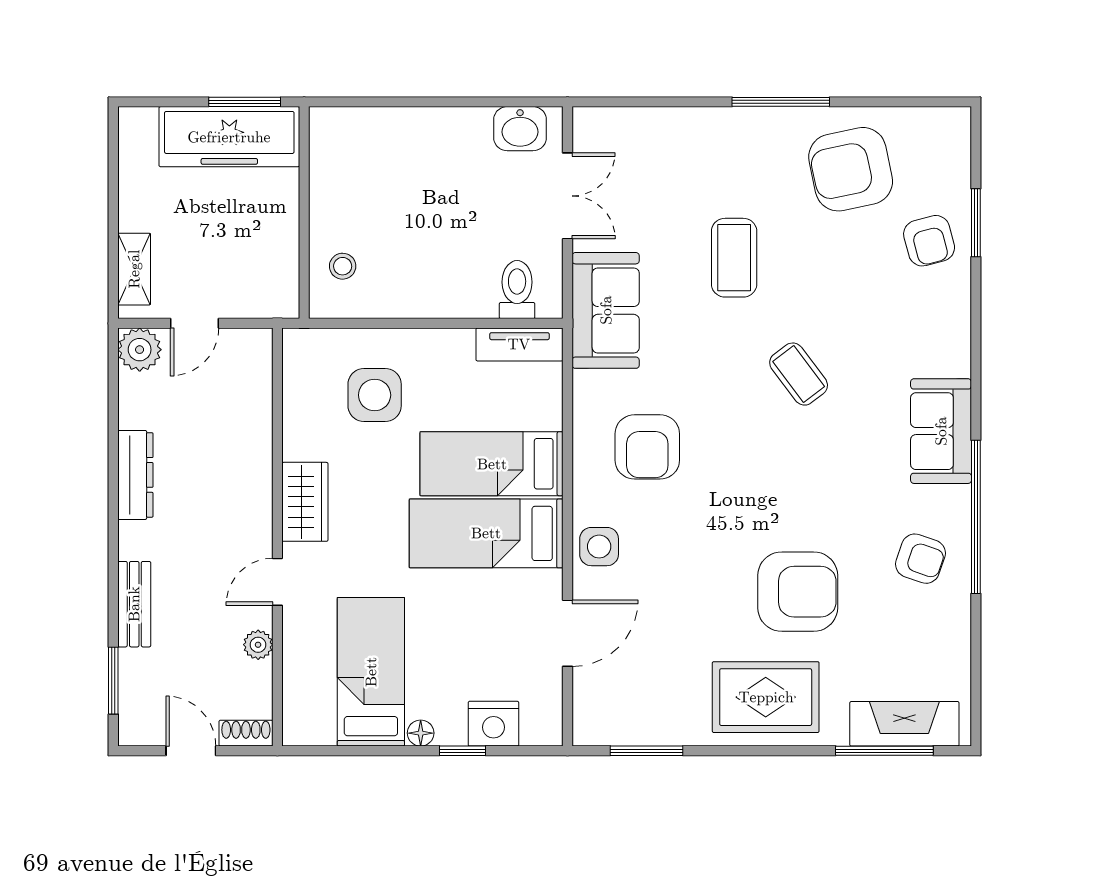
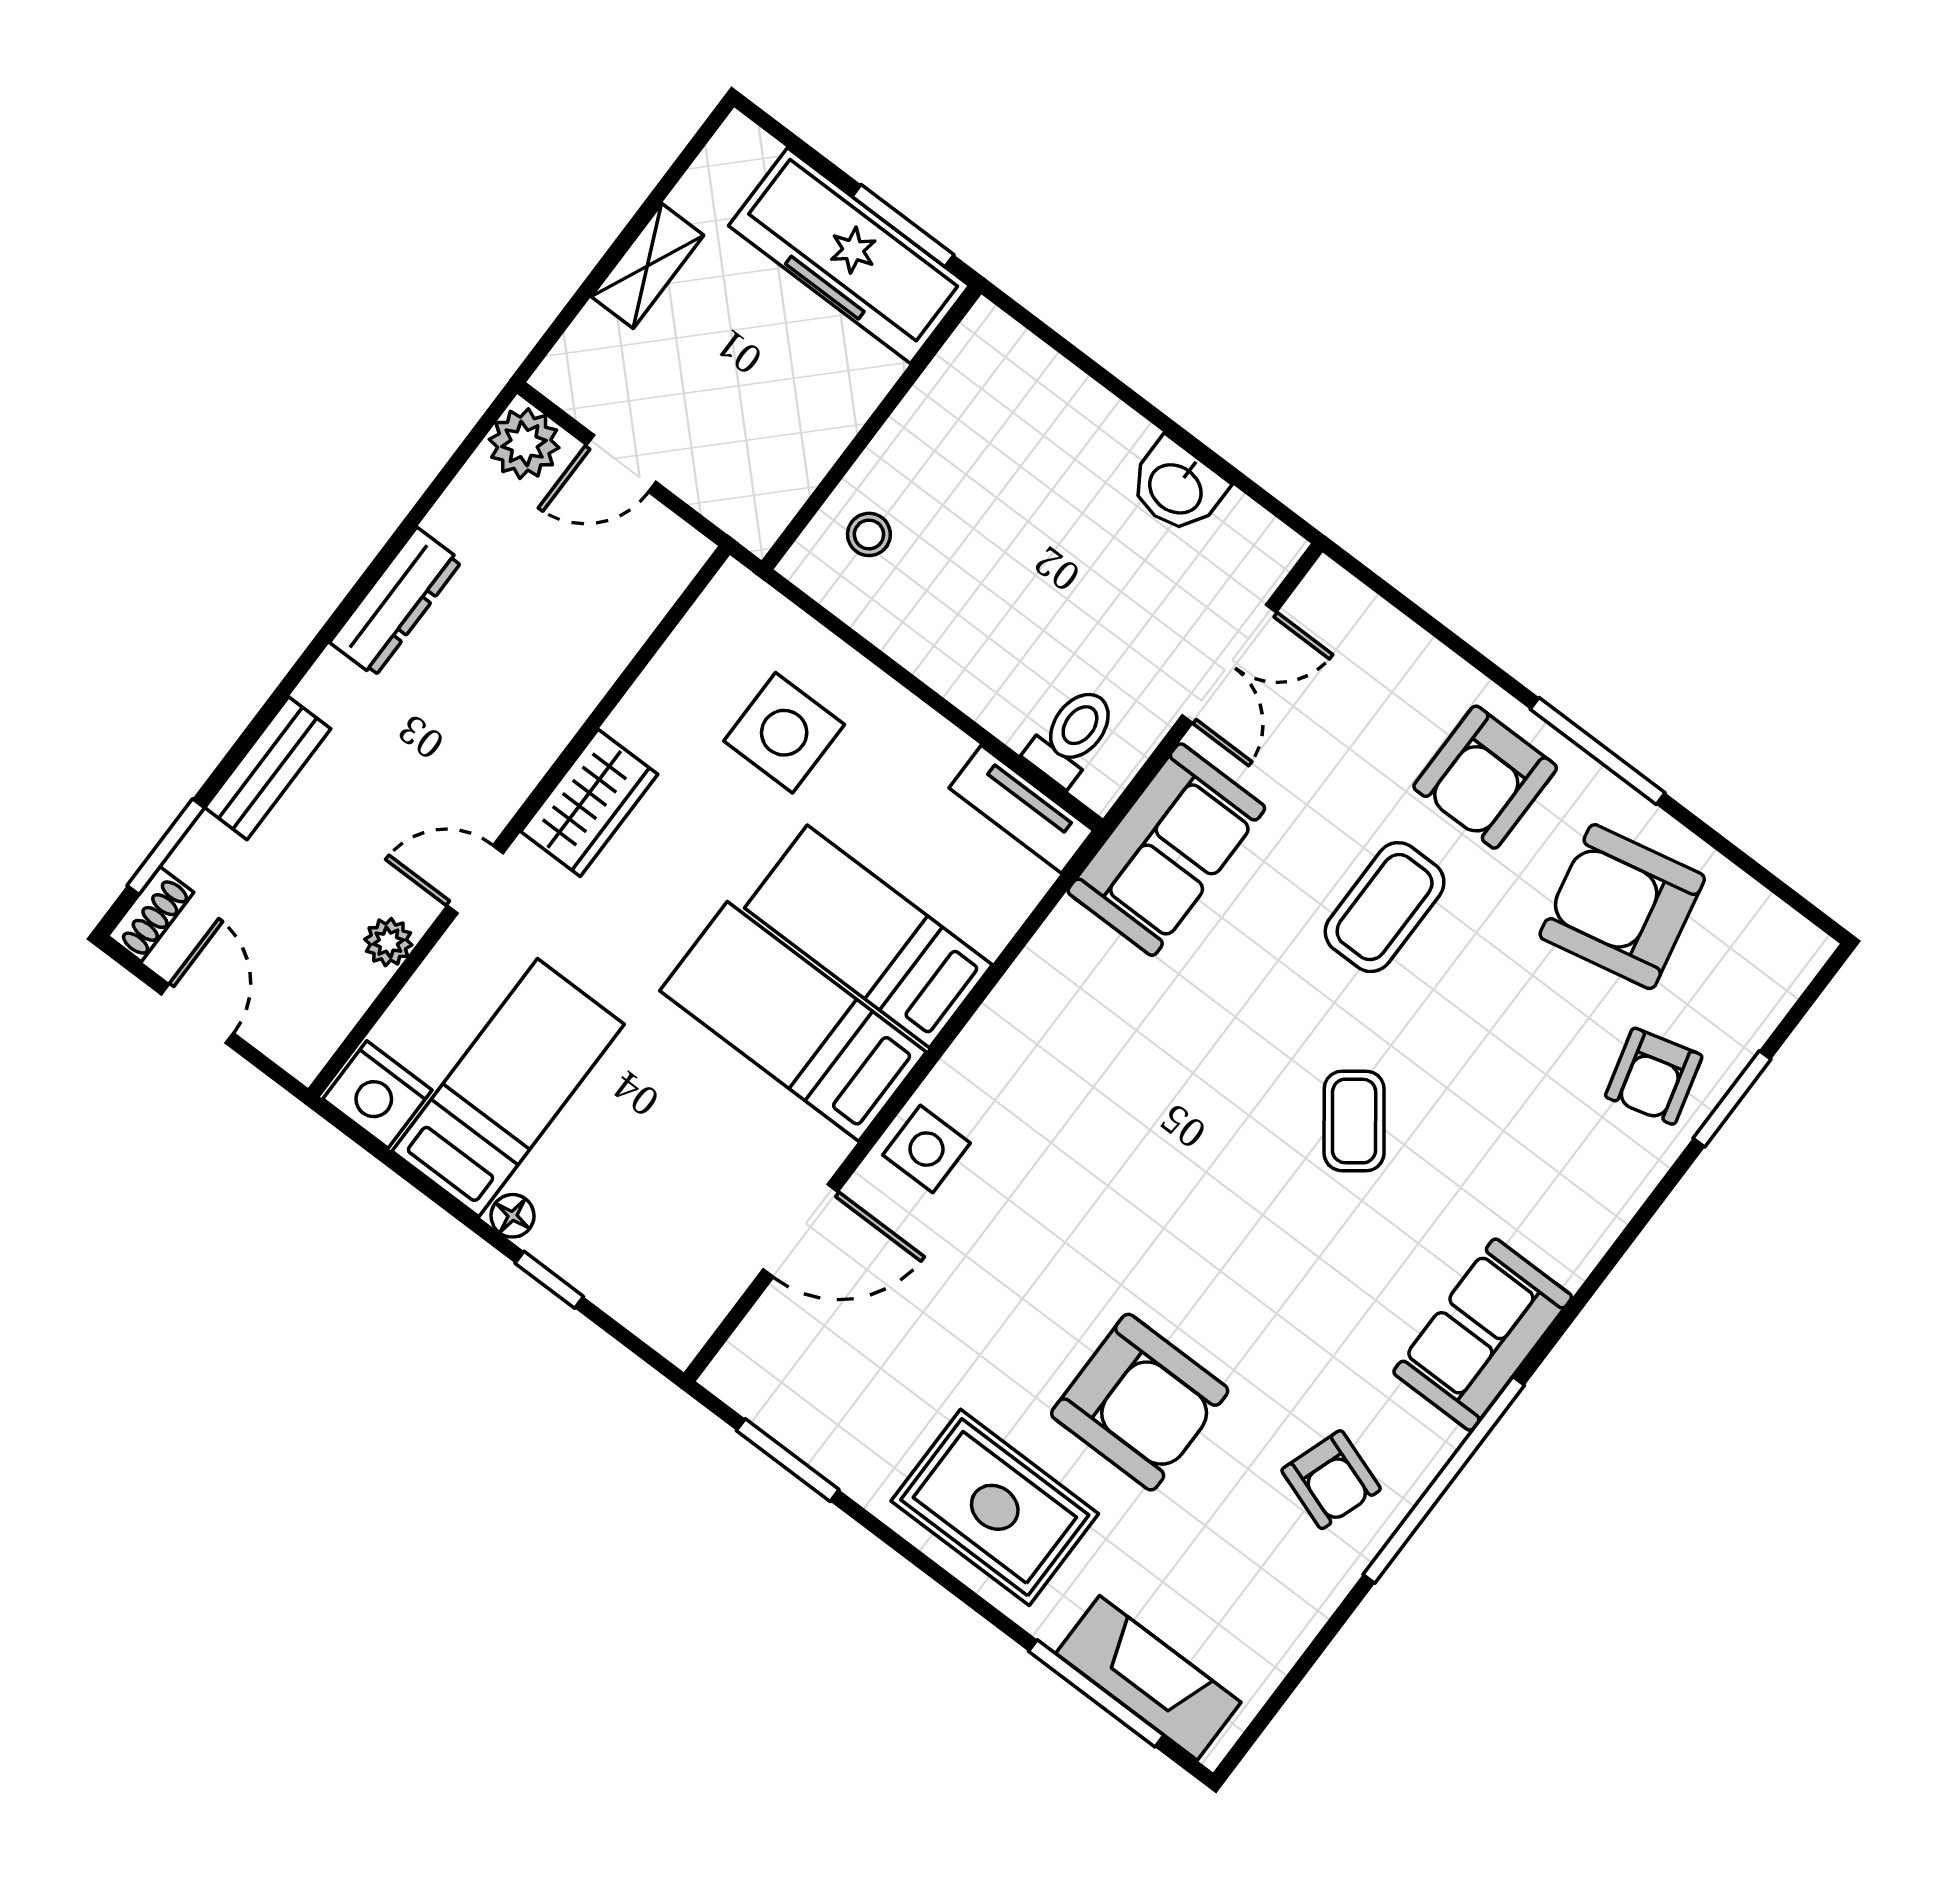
washbasin: (520, 129) -> (1177, 487), moved
shelving: (134, 269) -> (647, 266), moved
armchair: (647, 447) -> (1485, 777), moved
nightstand: (493, 724) -> (377, 1094), moved
shoe rack: (246, 733) -> (151, 914), moved, turned 90

